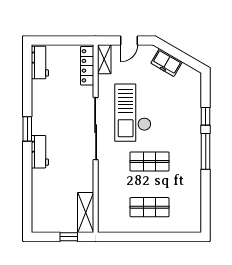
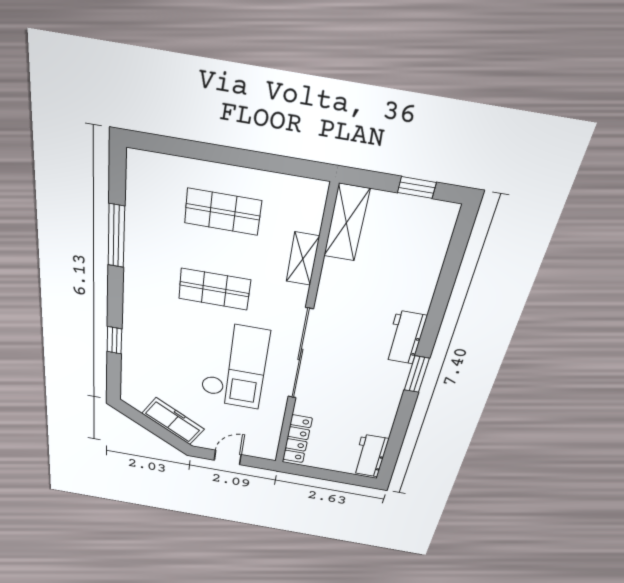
shelving: (104, 59) -> (303, 259), moved
freezer: (167, 63) -> (173, 421), width x1.40
window: (206, 151) -> (116, 236), moved
window: (69, 237) -> (417, 187), moved

